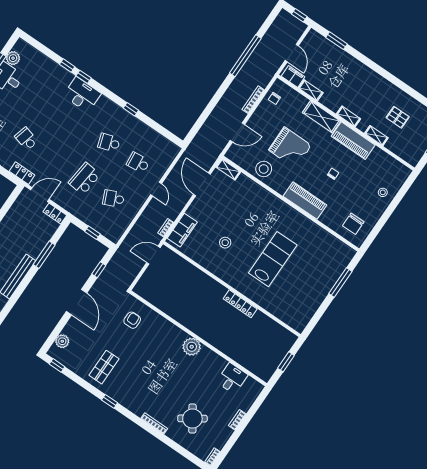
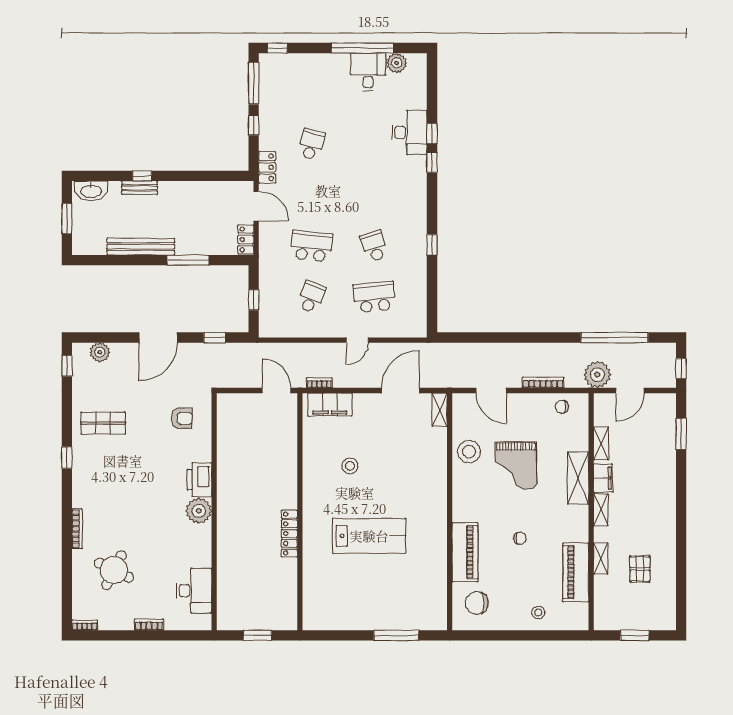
window: (245, 56) -> (614, 338), moved
plant: (270, 65) -> (597, 375), added
filing cabinet: (293, 77) -> (603, 478), moved
desk: (82, 95) -> (410, 132), moved
piano: (353, 141) -> (576, 572), moved
school desk: (138, 163) -> (374, 297), width x1.85
school desk: (114, 199) -> (311, 297), turned 45
piano: (305, 201) -> (465, 552), moved
printer: (174, 334) -> (199, 480), added
desk: (232, 378) -> (194, 591), width x1.37
round table: (192, 418) -> (114, 570), turned -30

